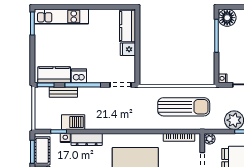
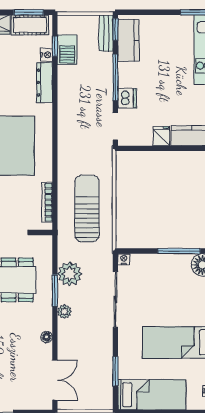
dishwasher: (79, 76) -> (127, 98), moved
bench: (63, 92) -> (106, 33), moved
sun lounger: (184, 107) -> (87, 208), turned 180
barbecue: (73, 122) -> (67, 50), moved
plant: (210, 139) -> (45, 242), removed

